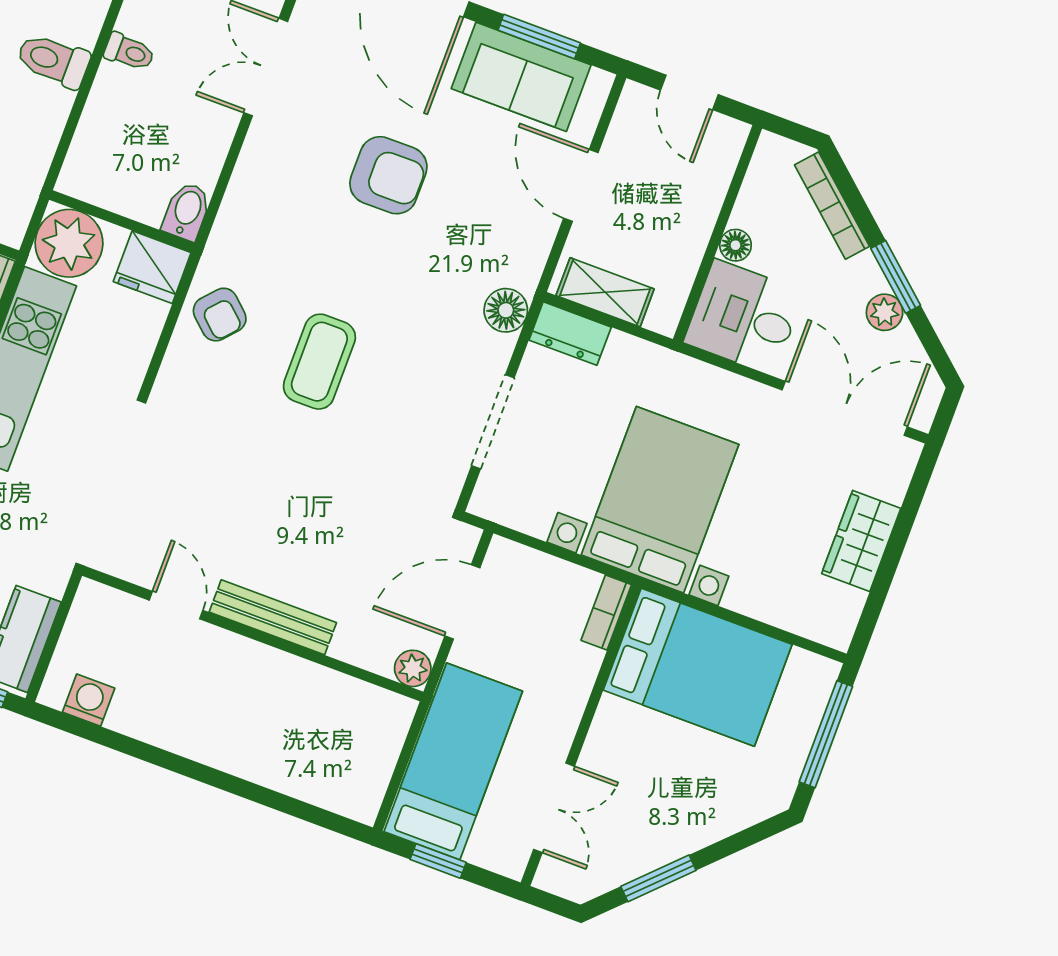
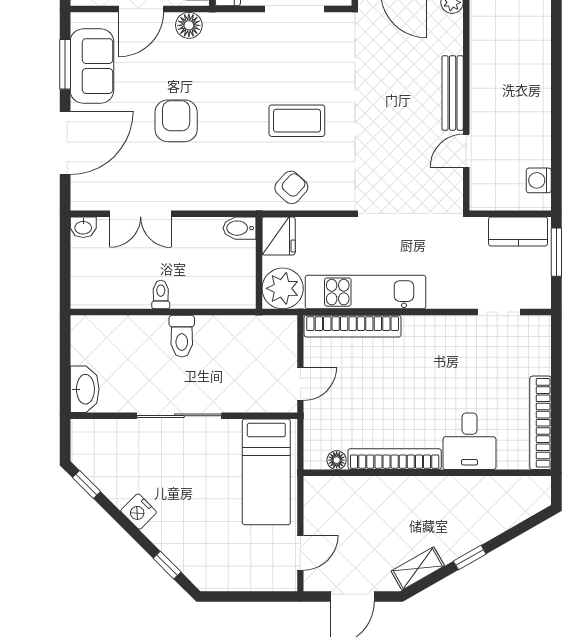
floor lamp: (506, 310) -> (189, 25), moved

